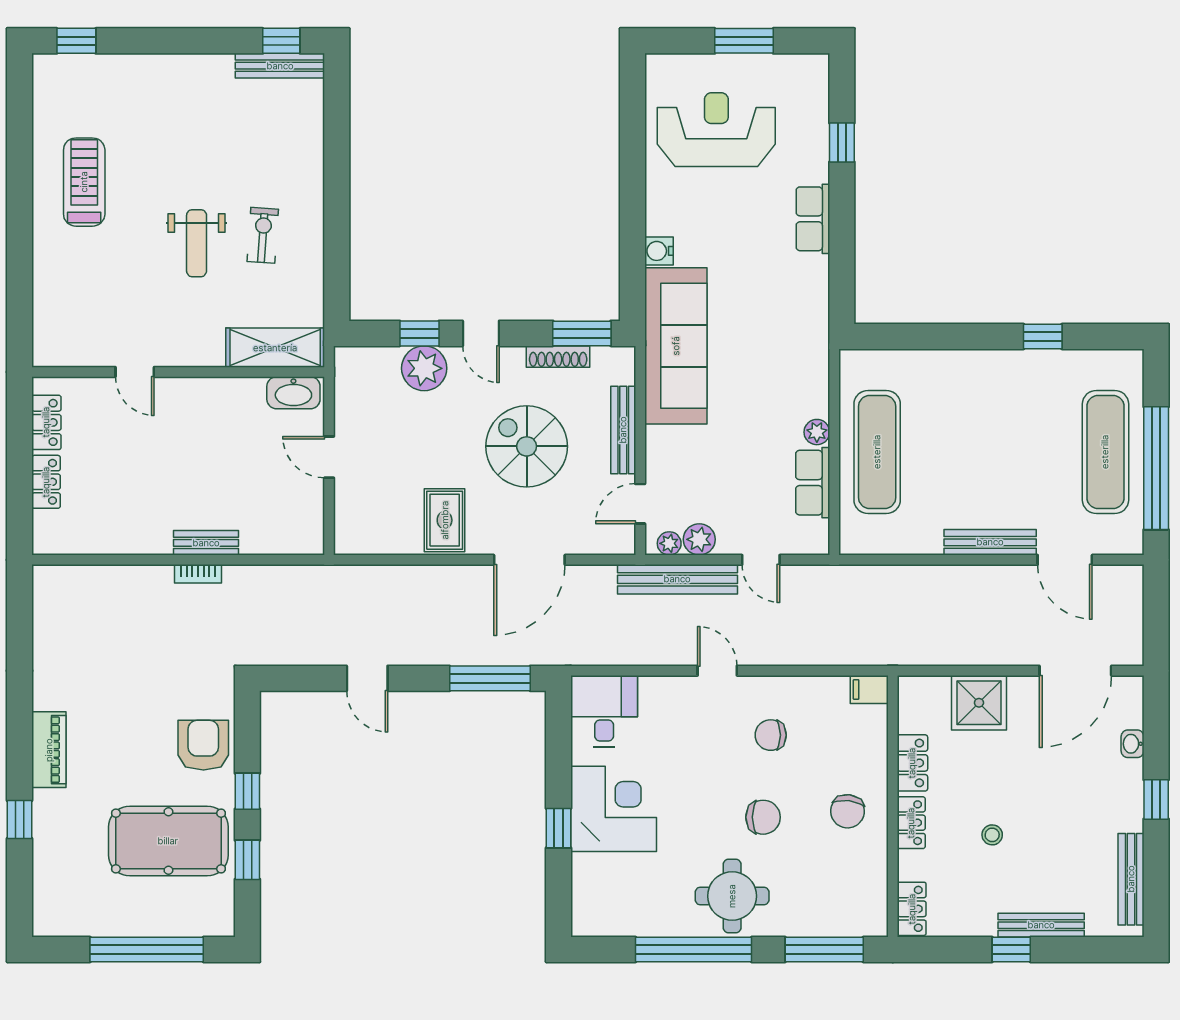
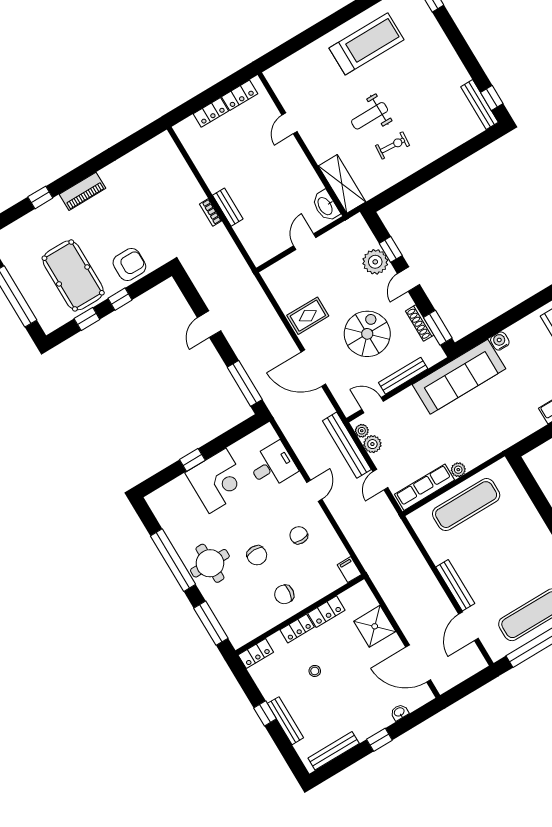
treadmill: (84, 182) -> (366, 44), width x1.37, depth x1.38
row of seats: (813, 483) -> (425, 487), width x1.48
desk: (604, 711) -> (273, 466), moved

